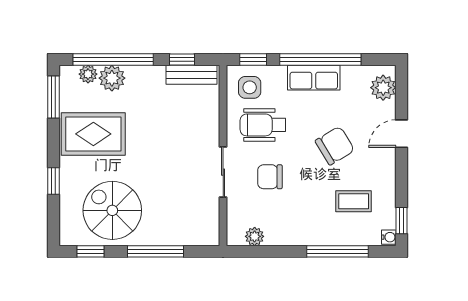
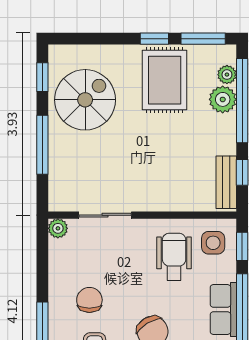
sliding door: (223, 172) -> (105, 215), moved
chair: (270, 177) -> (89, 300), moved
window: (53, 181) -> (154, 39), moved
plant: (255, 236) -> (58, 228), moved

